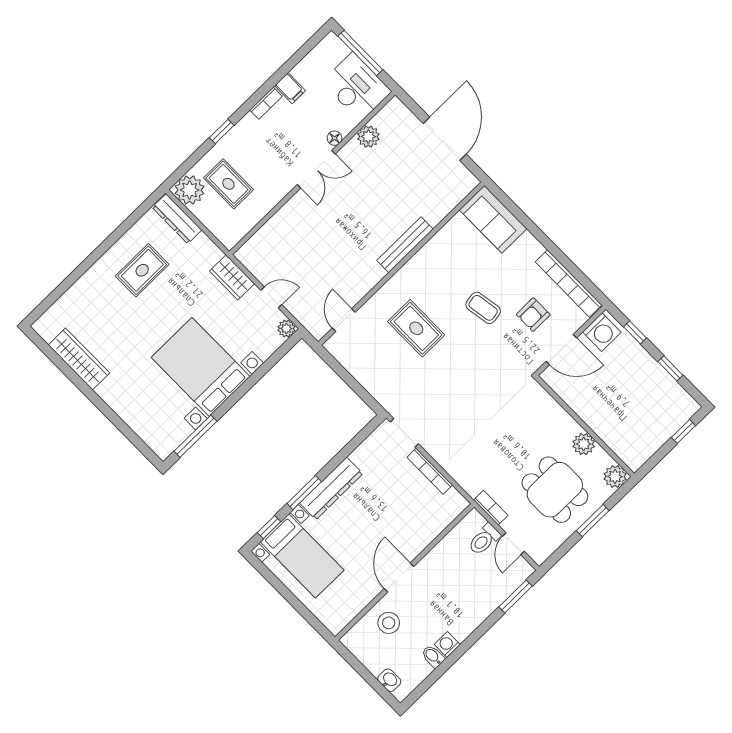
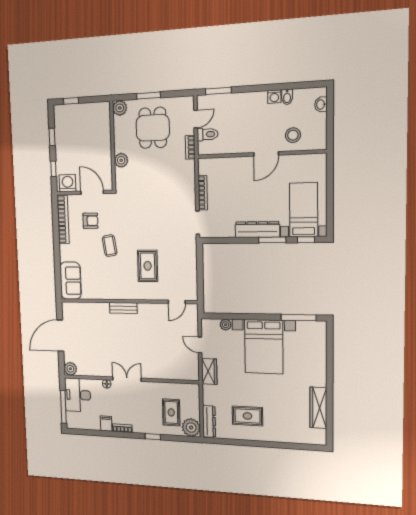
plant: (368, 137) -> (70, 369), moved
bench: (405, 245) -> (123, 308), width x0.73
plant: (286, 328) -> (226, 325), moved
plant: (584, 444) -> (121, 160), moved

